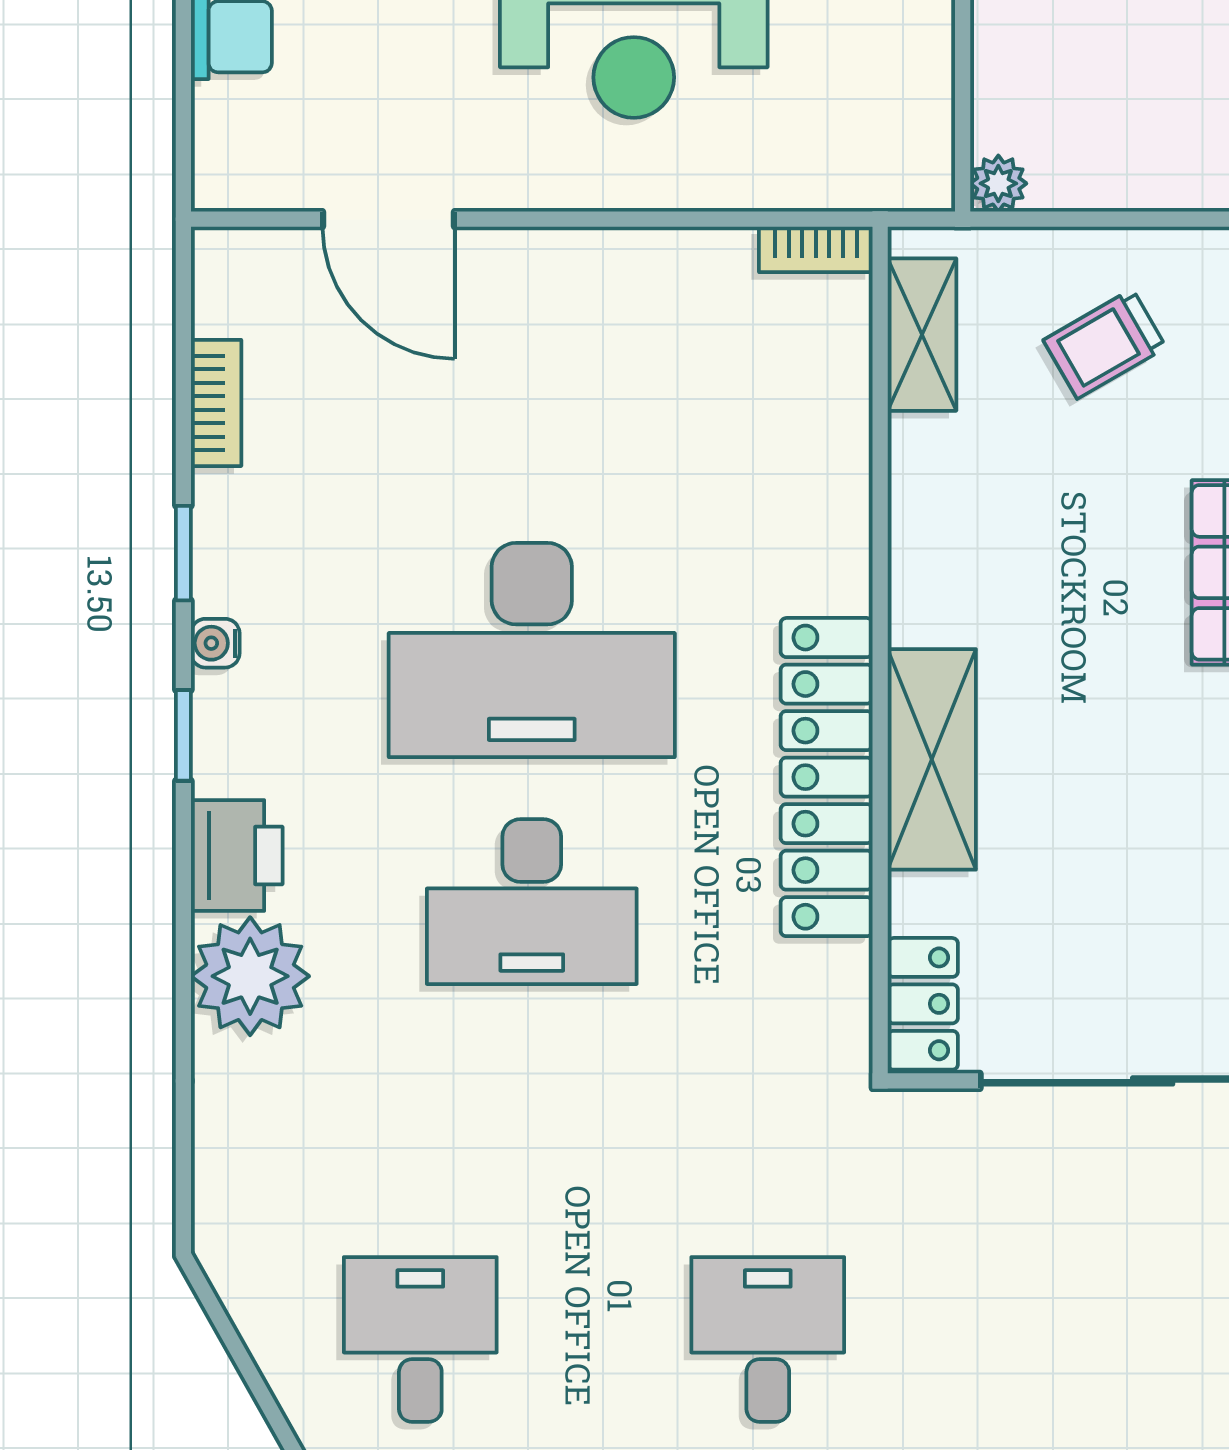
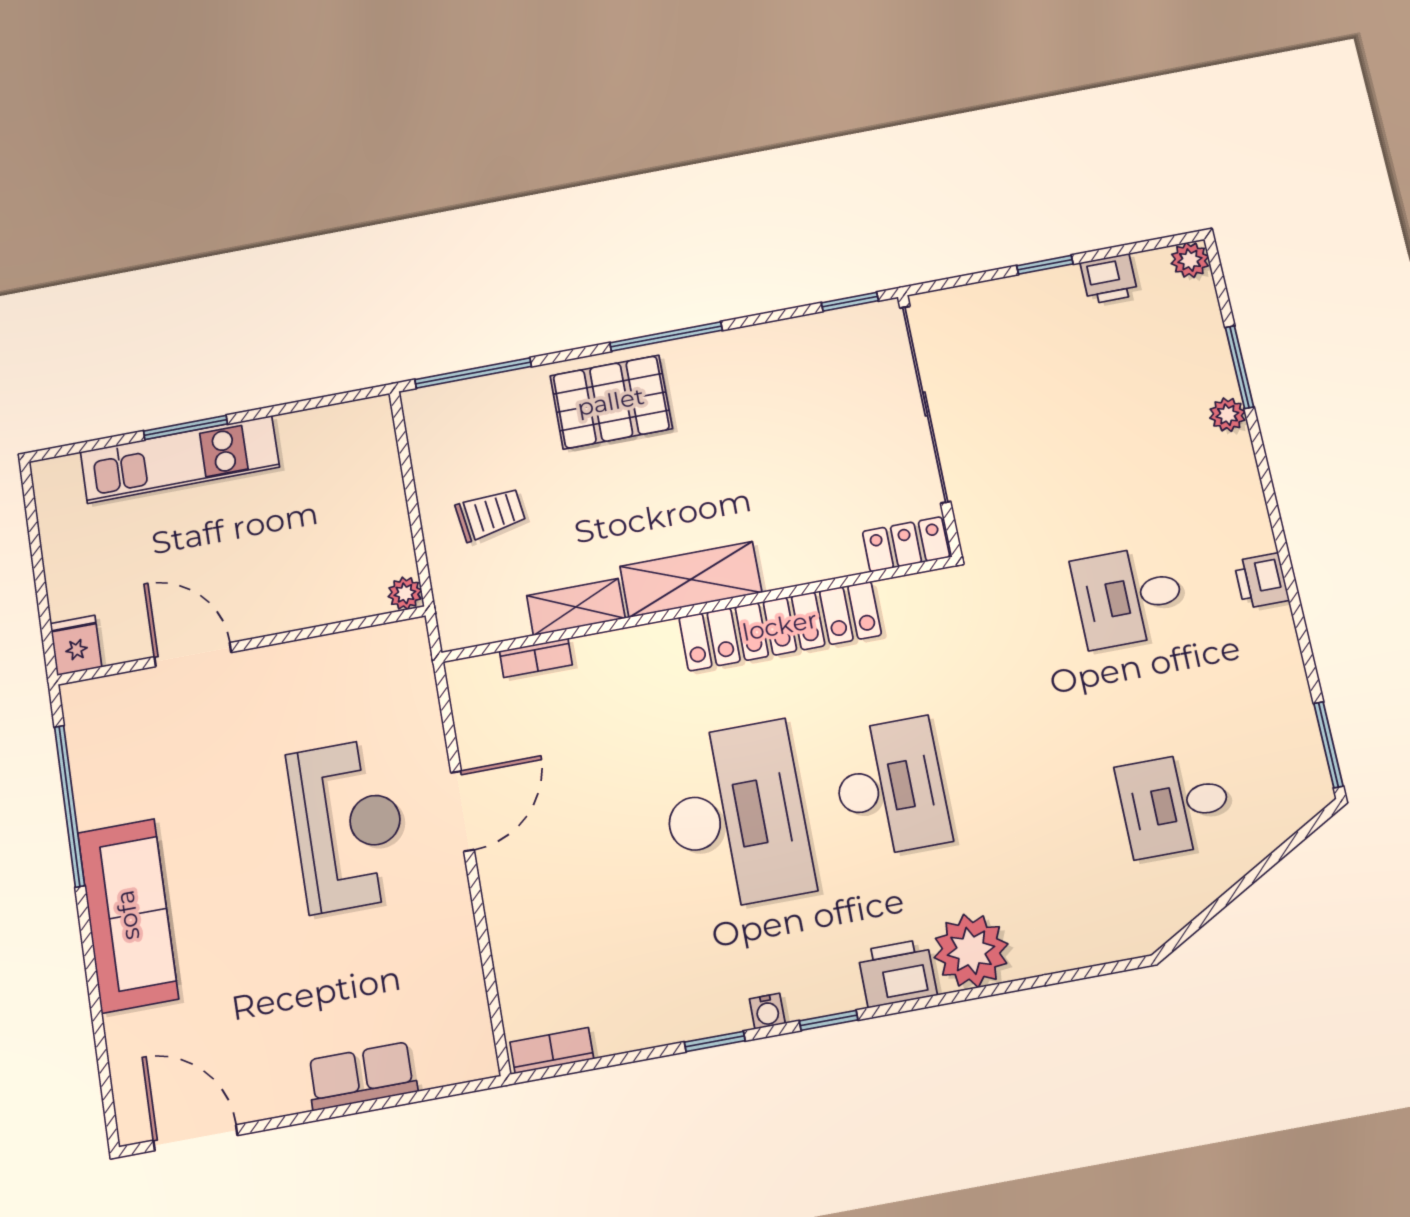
door: (388, 219) -> (462, 811), moved
bookcase: (816, 249) -> (536, 658), moved, turned 90
shelving: (922, 335) -> (576, 607), moved
trolley: (1105, 344) -> (491, 514), turned -68
bookcase: (216, 403) -> (552, 1051), moved
shelving: (932, 759) -> (691, 579), moved

